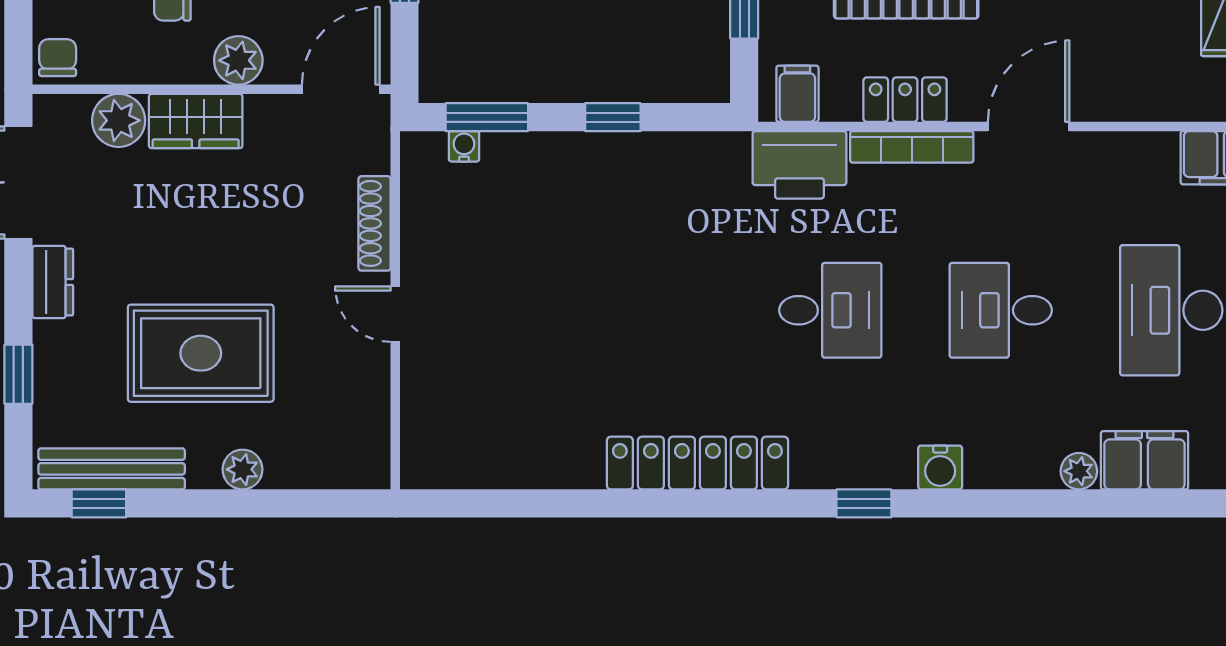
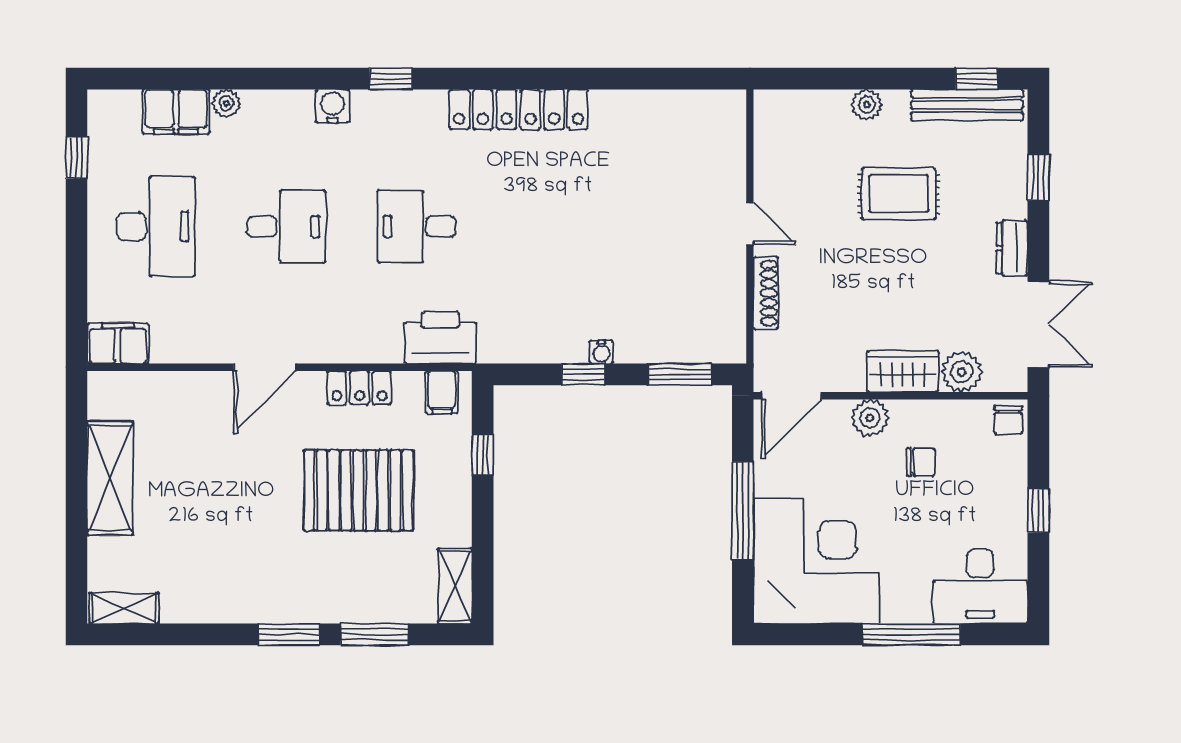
water cooler: (464, 146) -> (601, 352), moved
bookcase: (912, 147) -> (354, 352), removed
rug: (201, 353) -> (899, 194), width x0.73, depth x0.70

